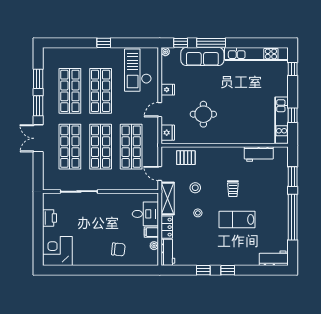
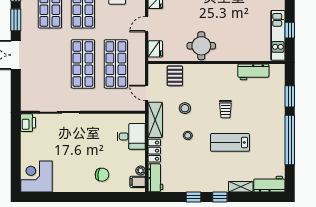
round table: (203, 114) -> (201, 46), moved
shop shelf: (70, 147) -> (50, 64), removed
pallet: (186, 158) -> (175, 76), turned 90
printer: (50, 218) -> (28, 123), moved
filing cabinet: (151, 232) -> (138, 182), moved
shelving: (247, 261) -> (241, 187), added

